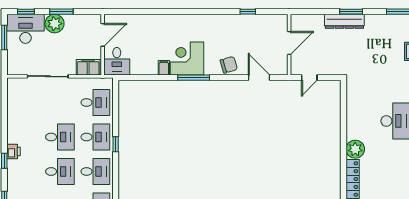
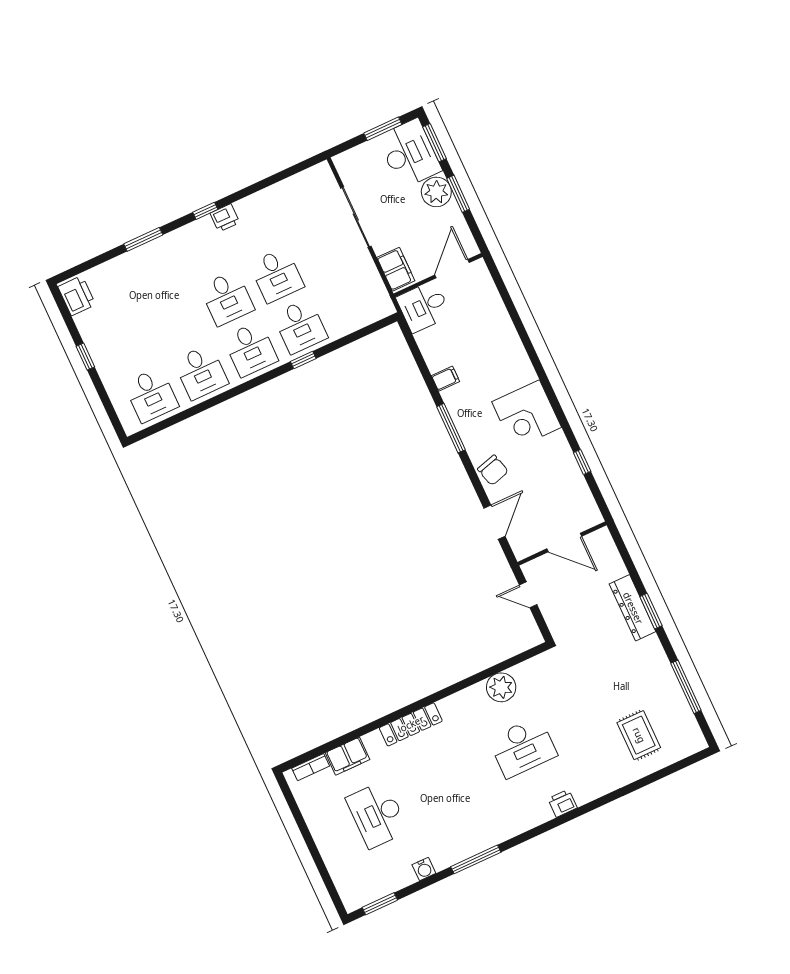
window: (26, 12) -> (435, 143), width x1.50
door: (103, 35) -> (452, 269), swing flipped
corner desk: (187, 58) -> (527, 415), moved, turned 180
desk: (95, 103) -> (350, 303), removed
plant: (355, 149) -> (501, 687), moved

